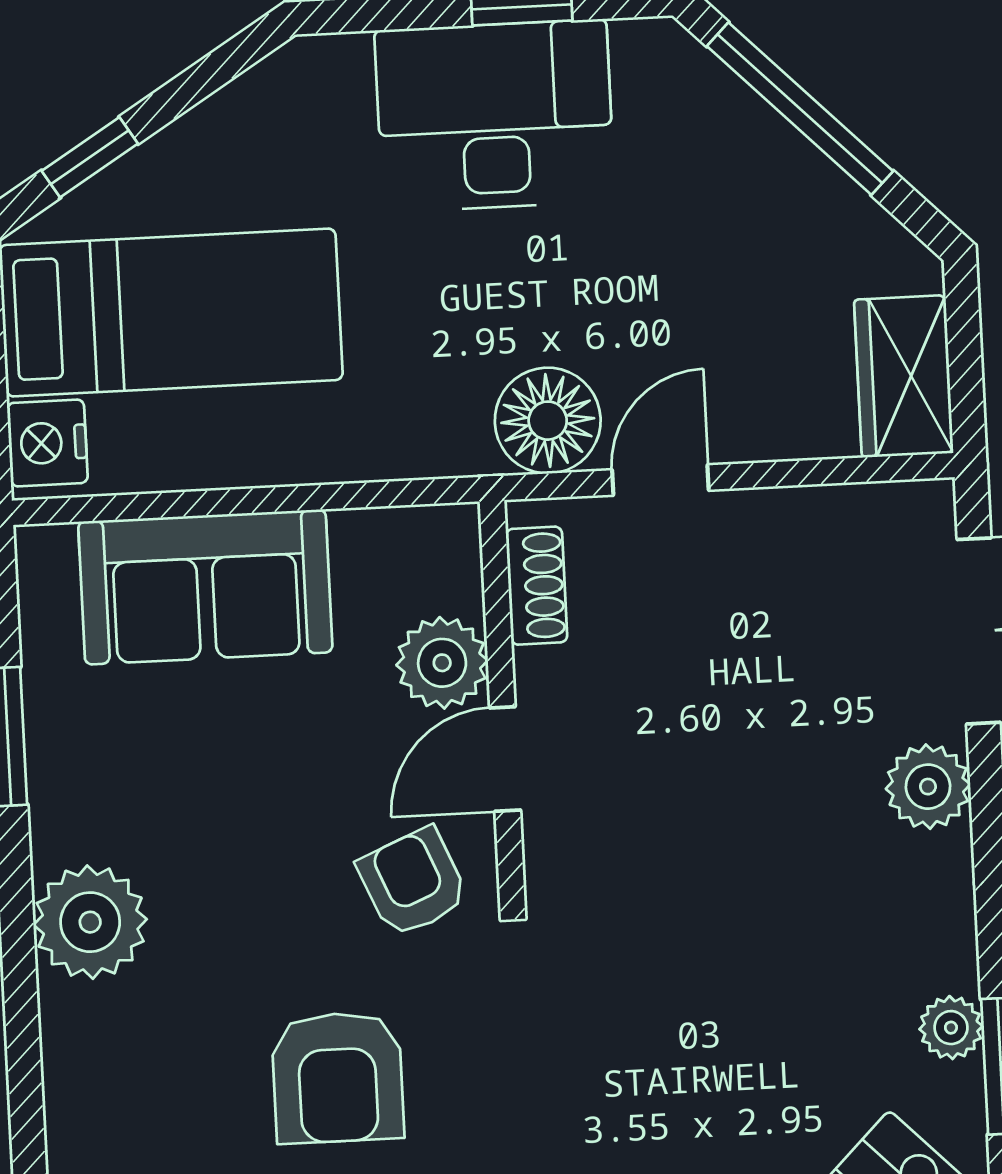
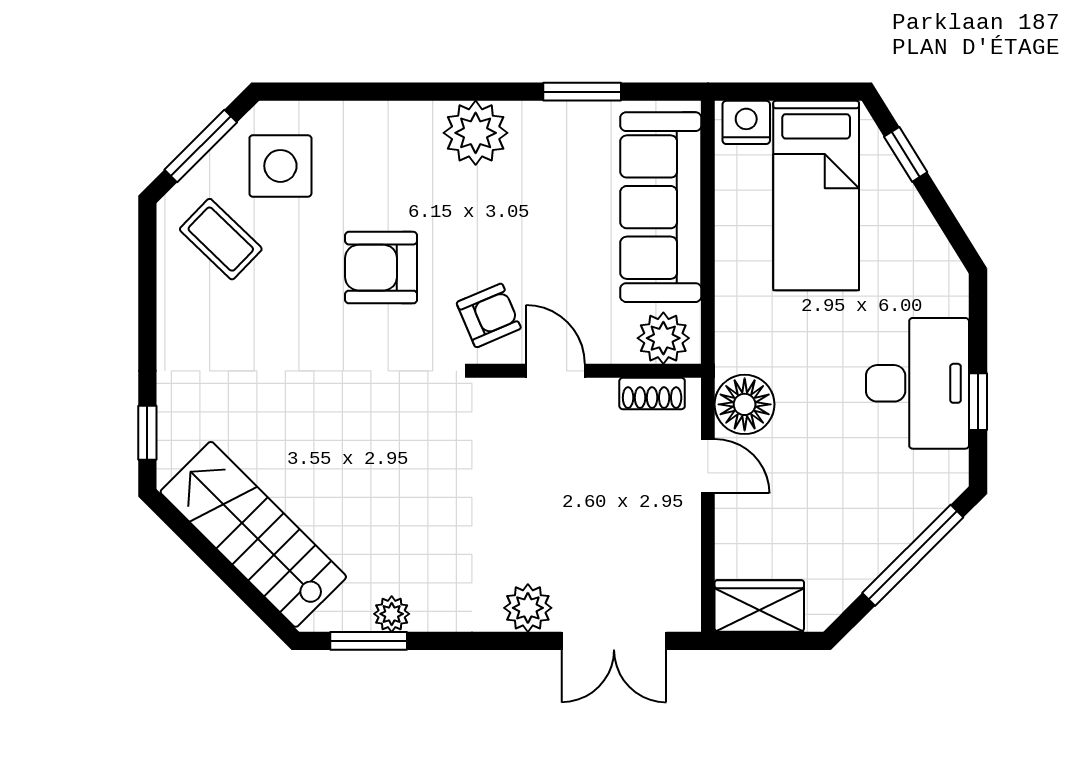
sofa: (205, 587) -> (661, 207), width x1.36
plant: (442, 663) -> (663, 338), moved

